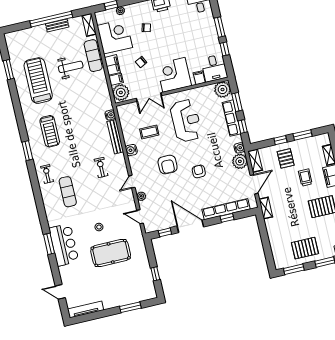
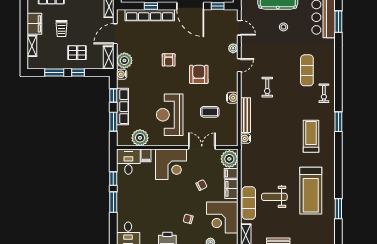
plant: (223, 90) -> (140, 138), moved
pallet: (286, 158) -> (77, 53), turned 90

